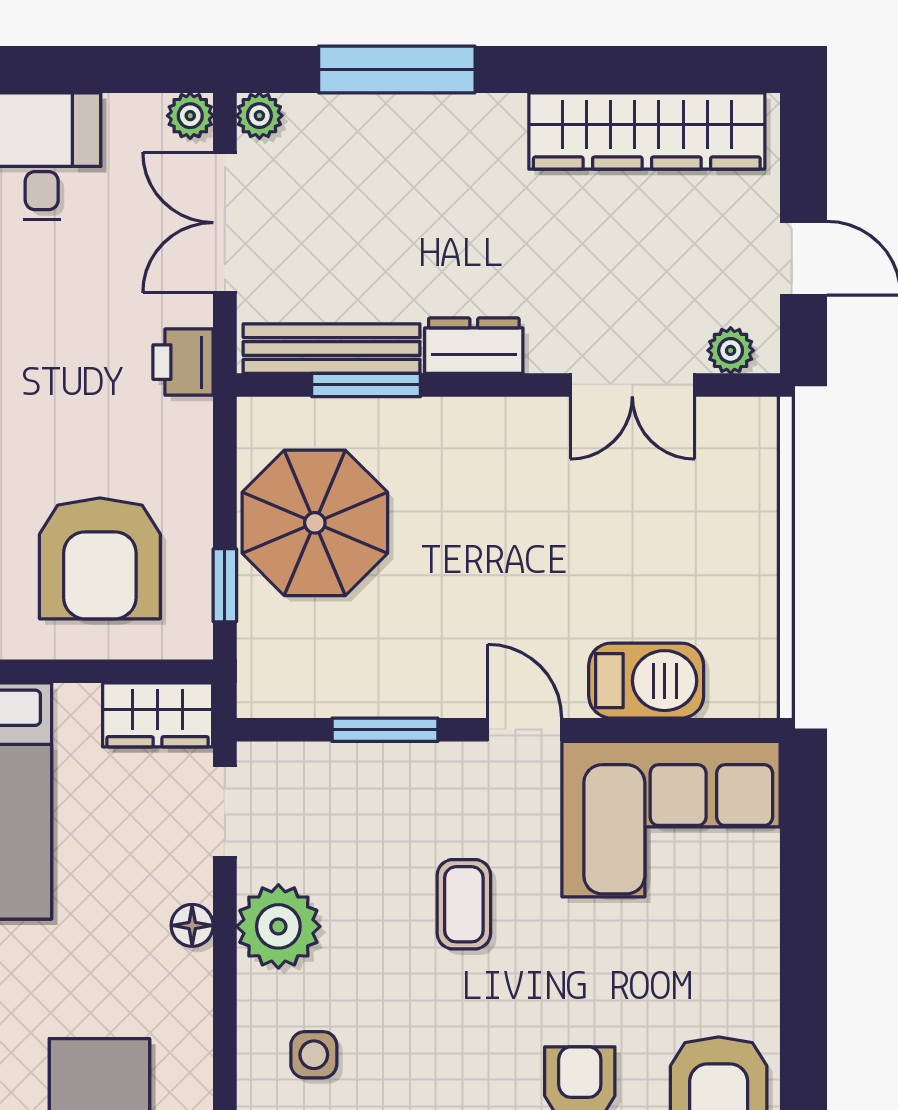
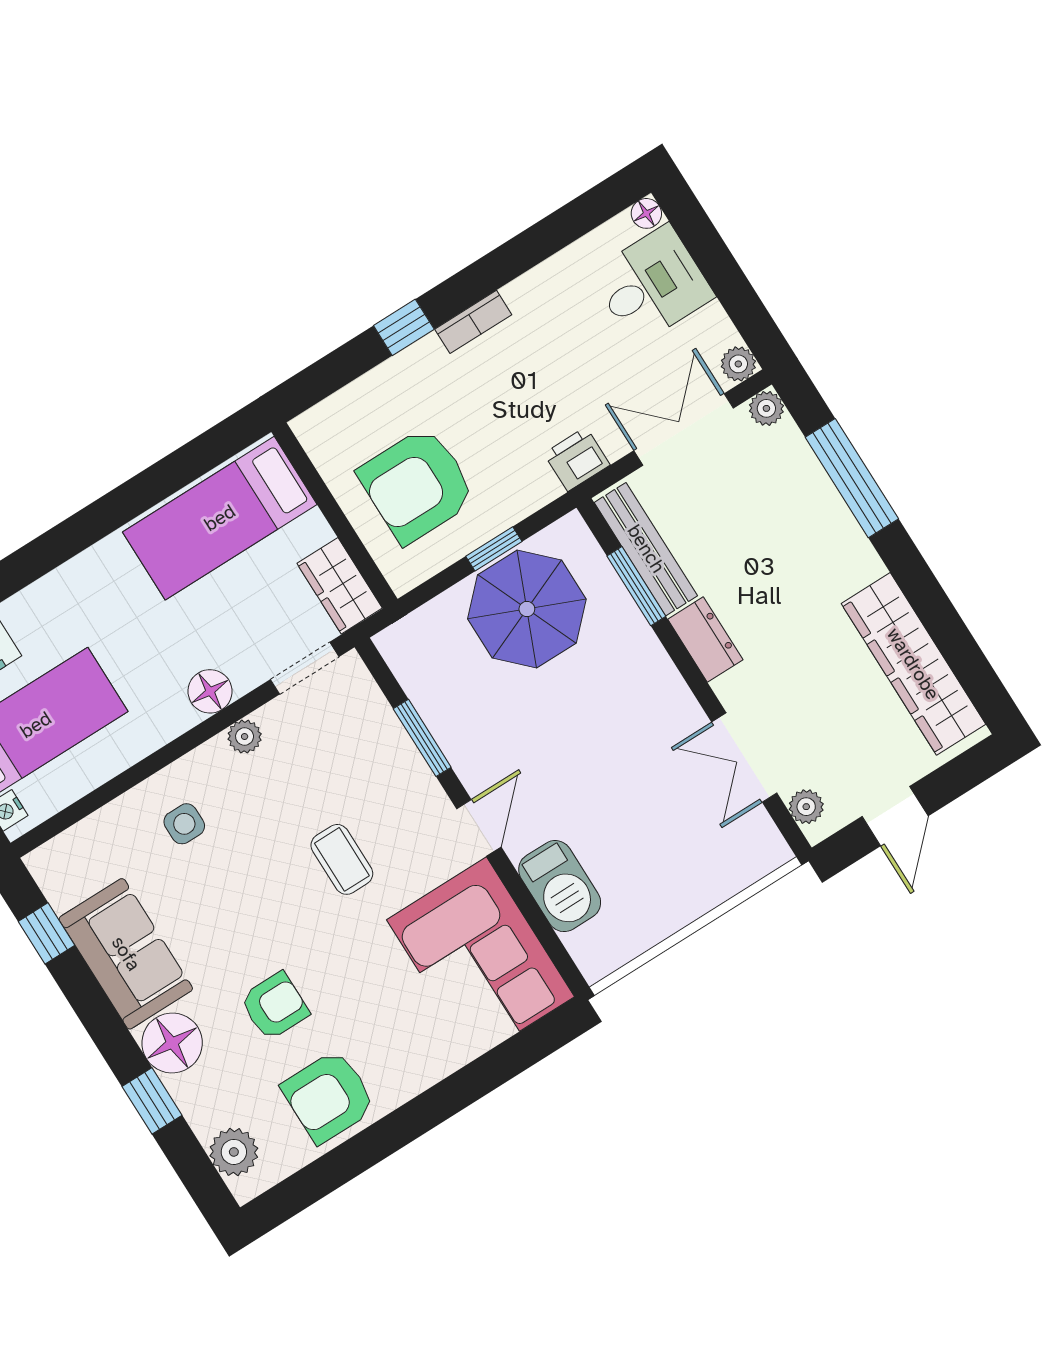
window: (225, 585) -> (494, 549), moved
coffee table: (464, 904) -> (342, 859), turned 90
floor lamp: (192, 925) -> (210, 691), width x1.37, depth x1.37
plant: (278, 926) -> (245, 737), width x0.53, depth x0.53

